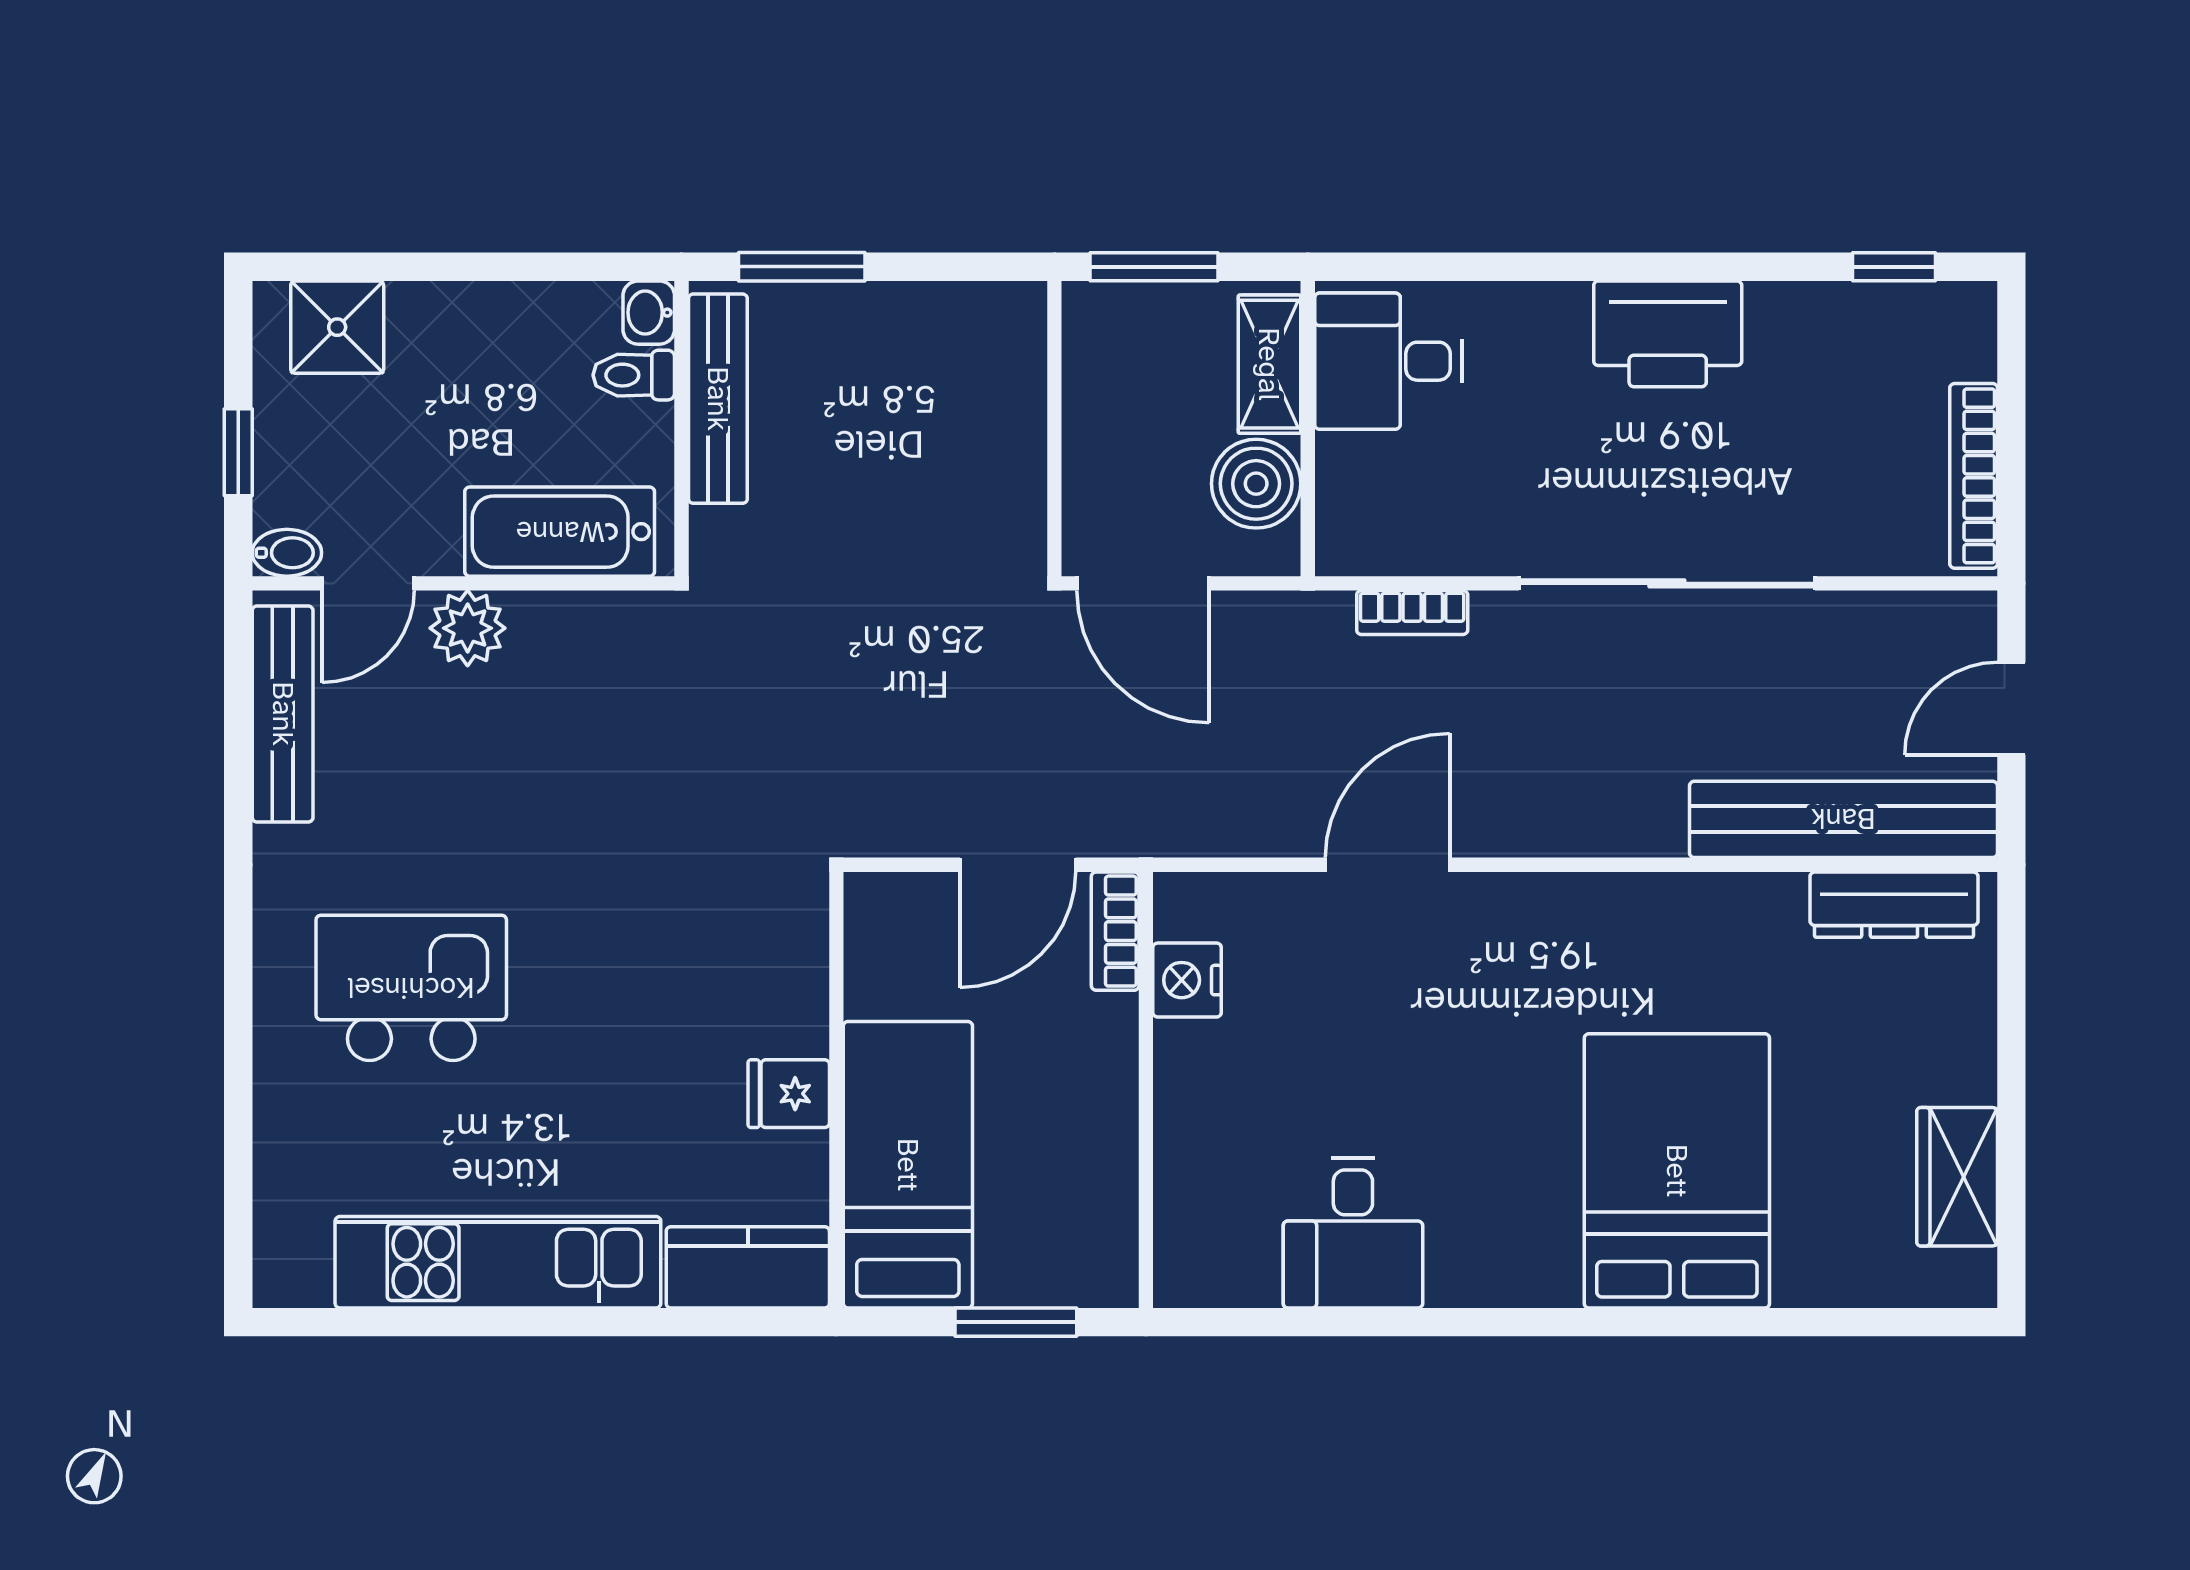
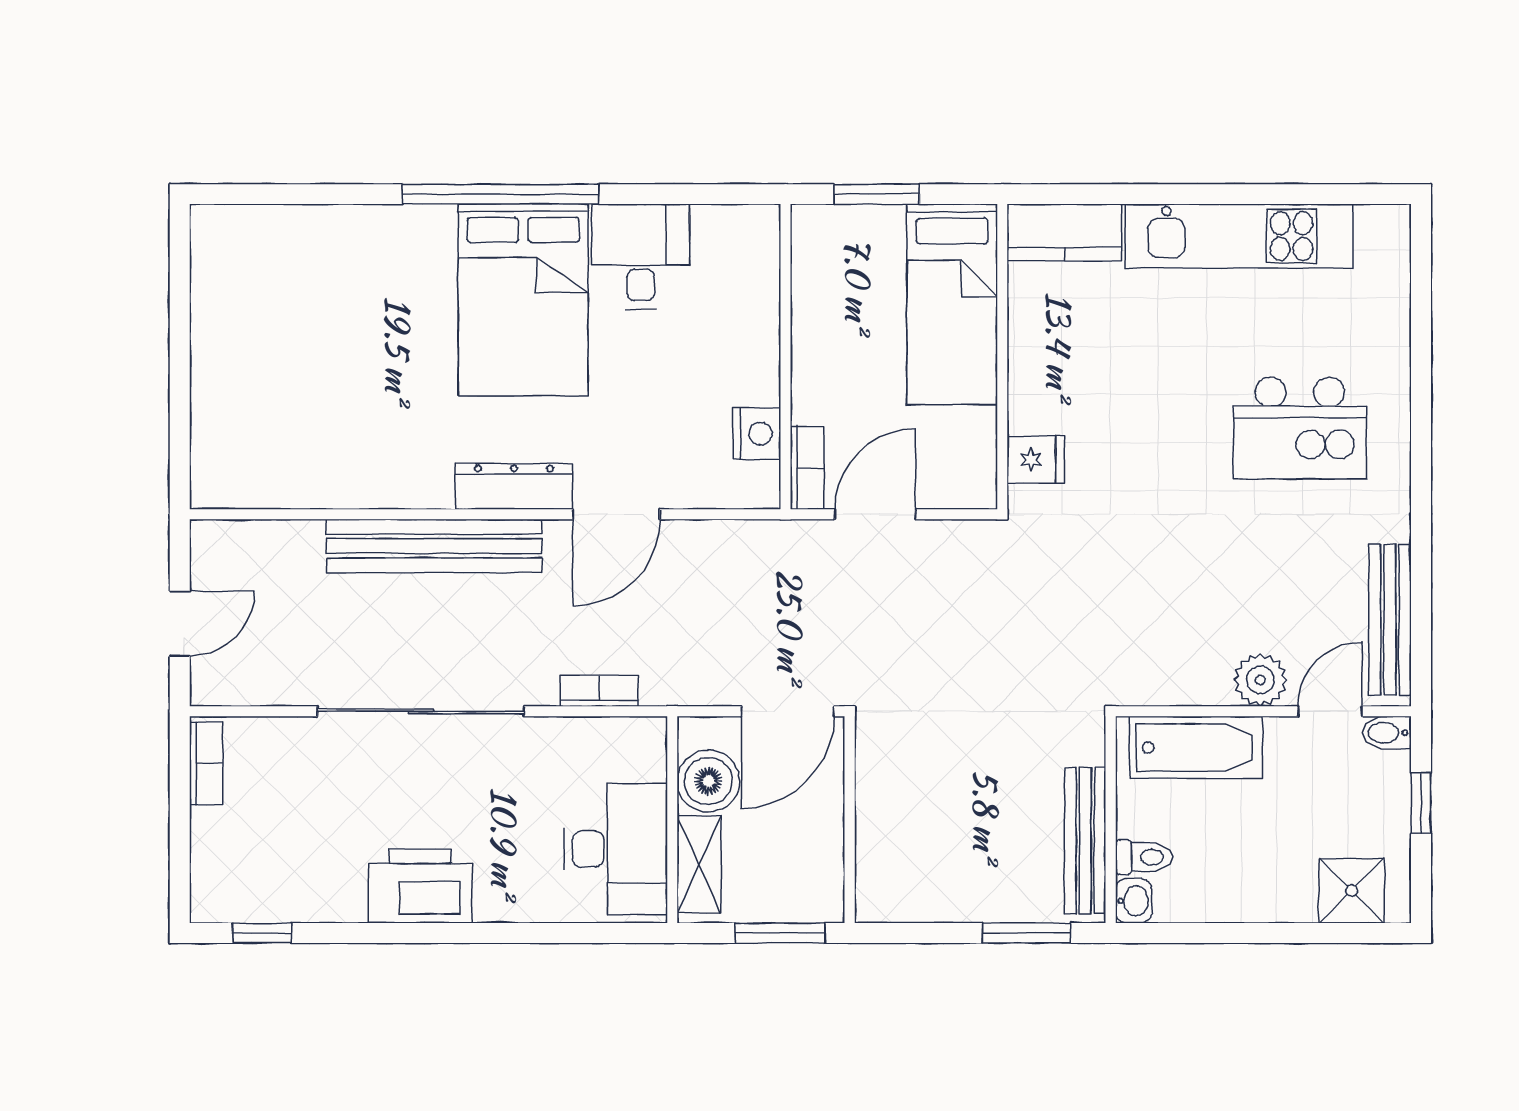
desk: (1388, 361) -> (616, 849), width x1.37
bookcase: (1974, 476) -> (206, 763), width x0.64
door: (1143, 583) -> (788, 711), swing flipped
bench: (1843, 819) -> (434, 546), moved
dresser: (1894, 905) -> (514, 486), moved
fridge: (789, 1094) -> (1036, 460), moved
bed: (1677, 1171) -> (523, 300), moved
wardrobe: (1957, 1177) -> (218, 296), removed
window: (1553, 1322) -> (500, 194), added

